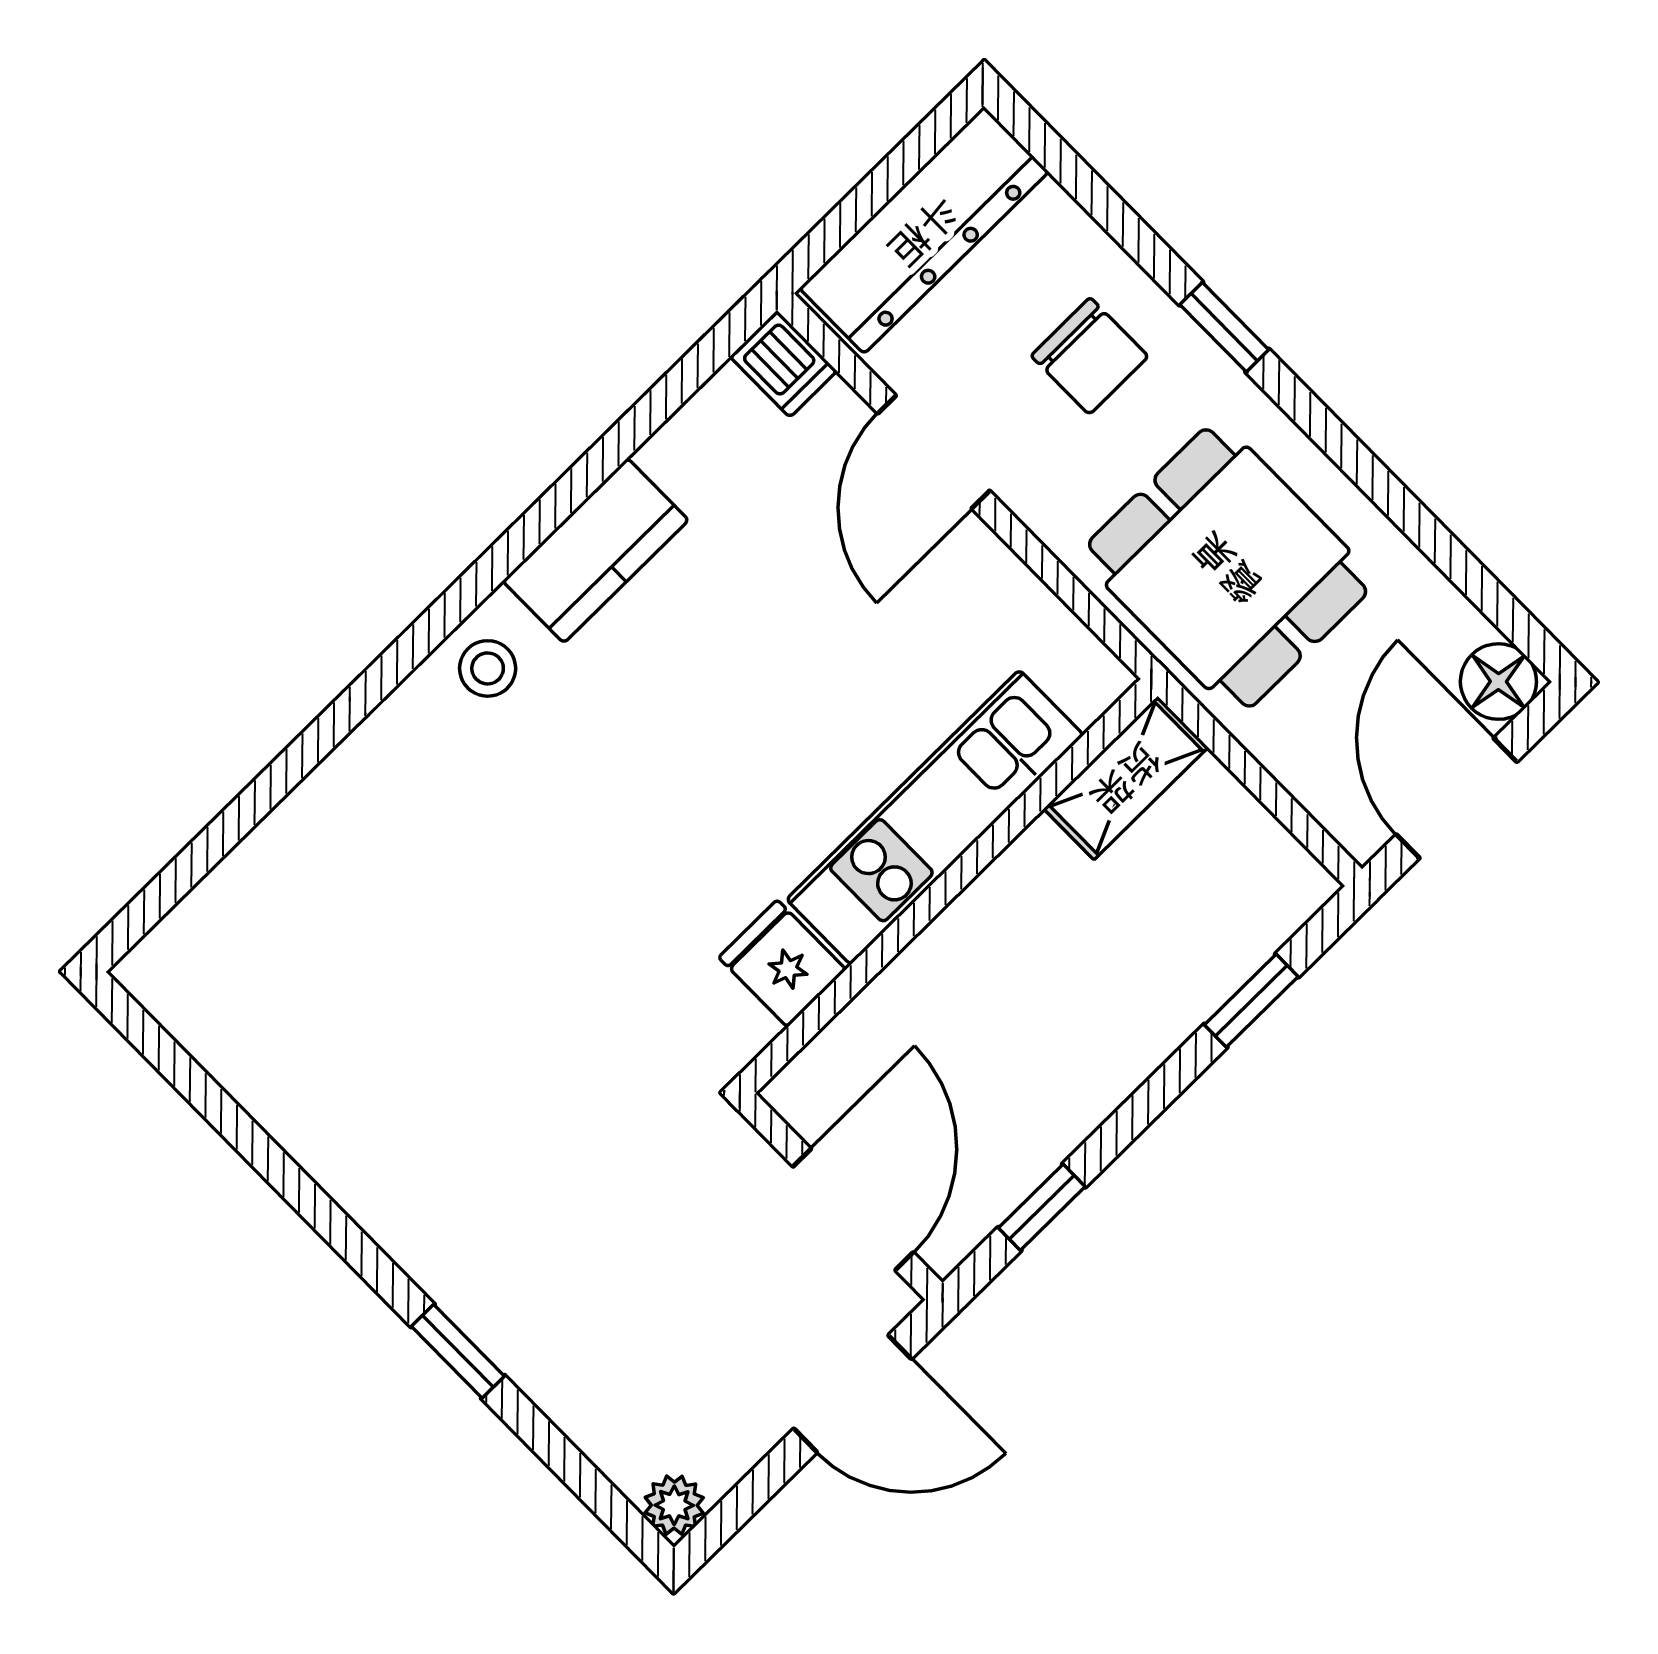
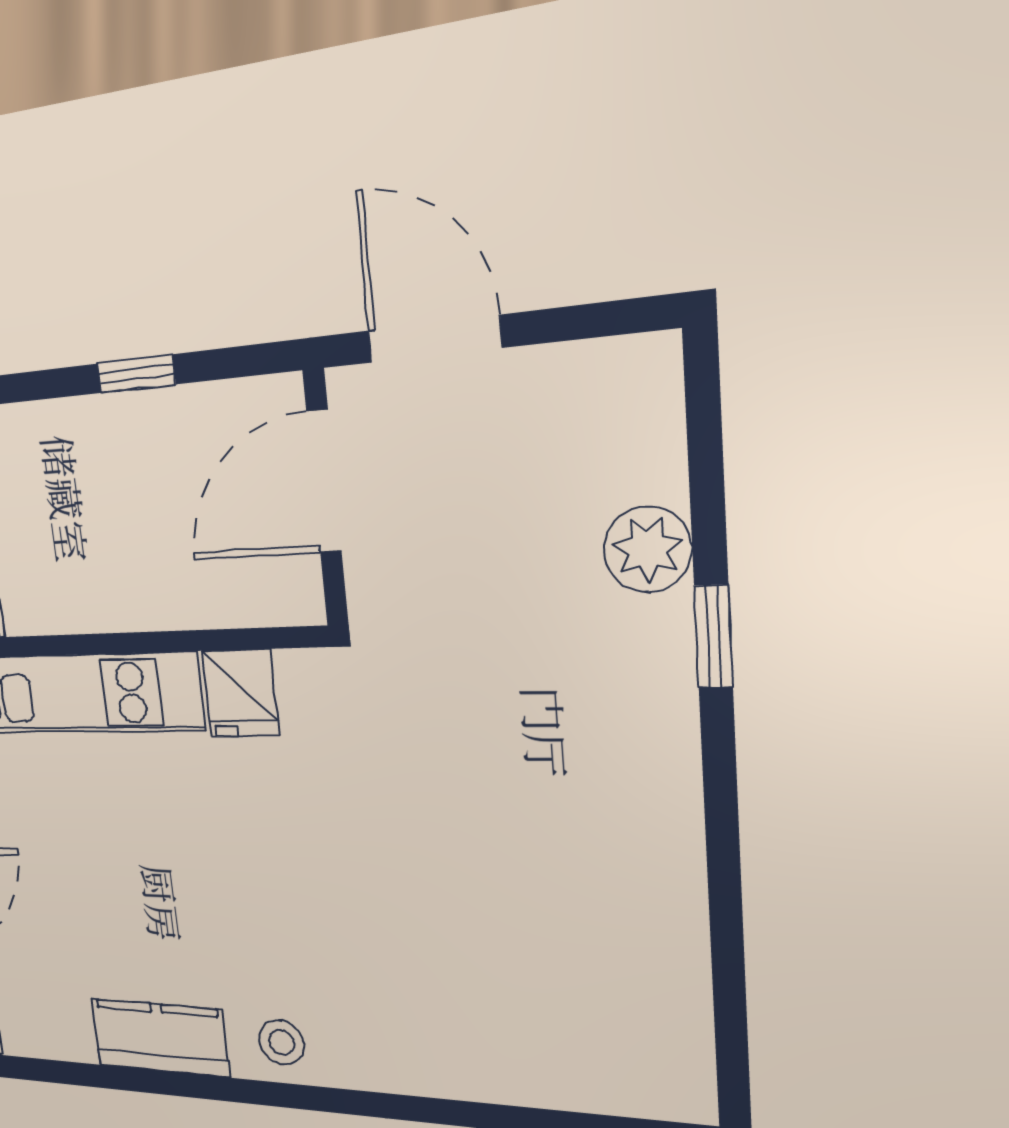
window: (1042, 1207) -> (136, 374), moved
plant: (674, 1505) -> (648, 549), moved, width x1.38, depth x1.38

